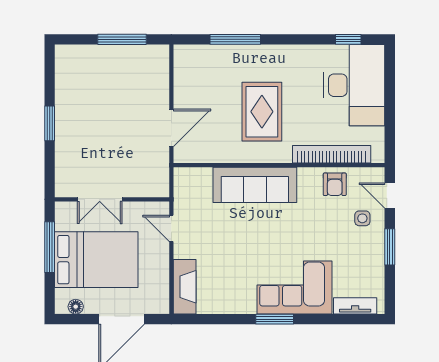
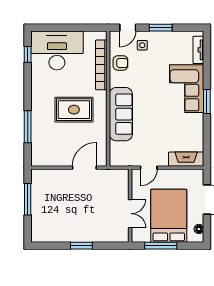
door: (171, 128) -> (84, 168), hinge flipped

